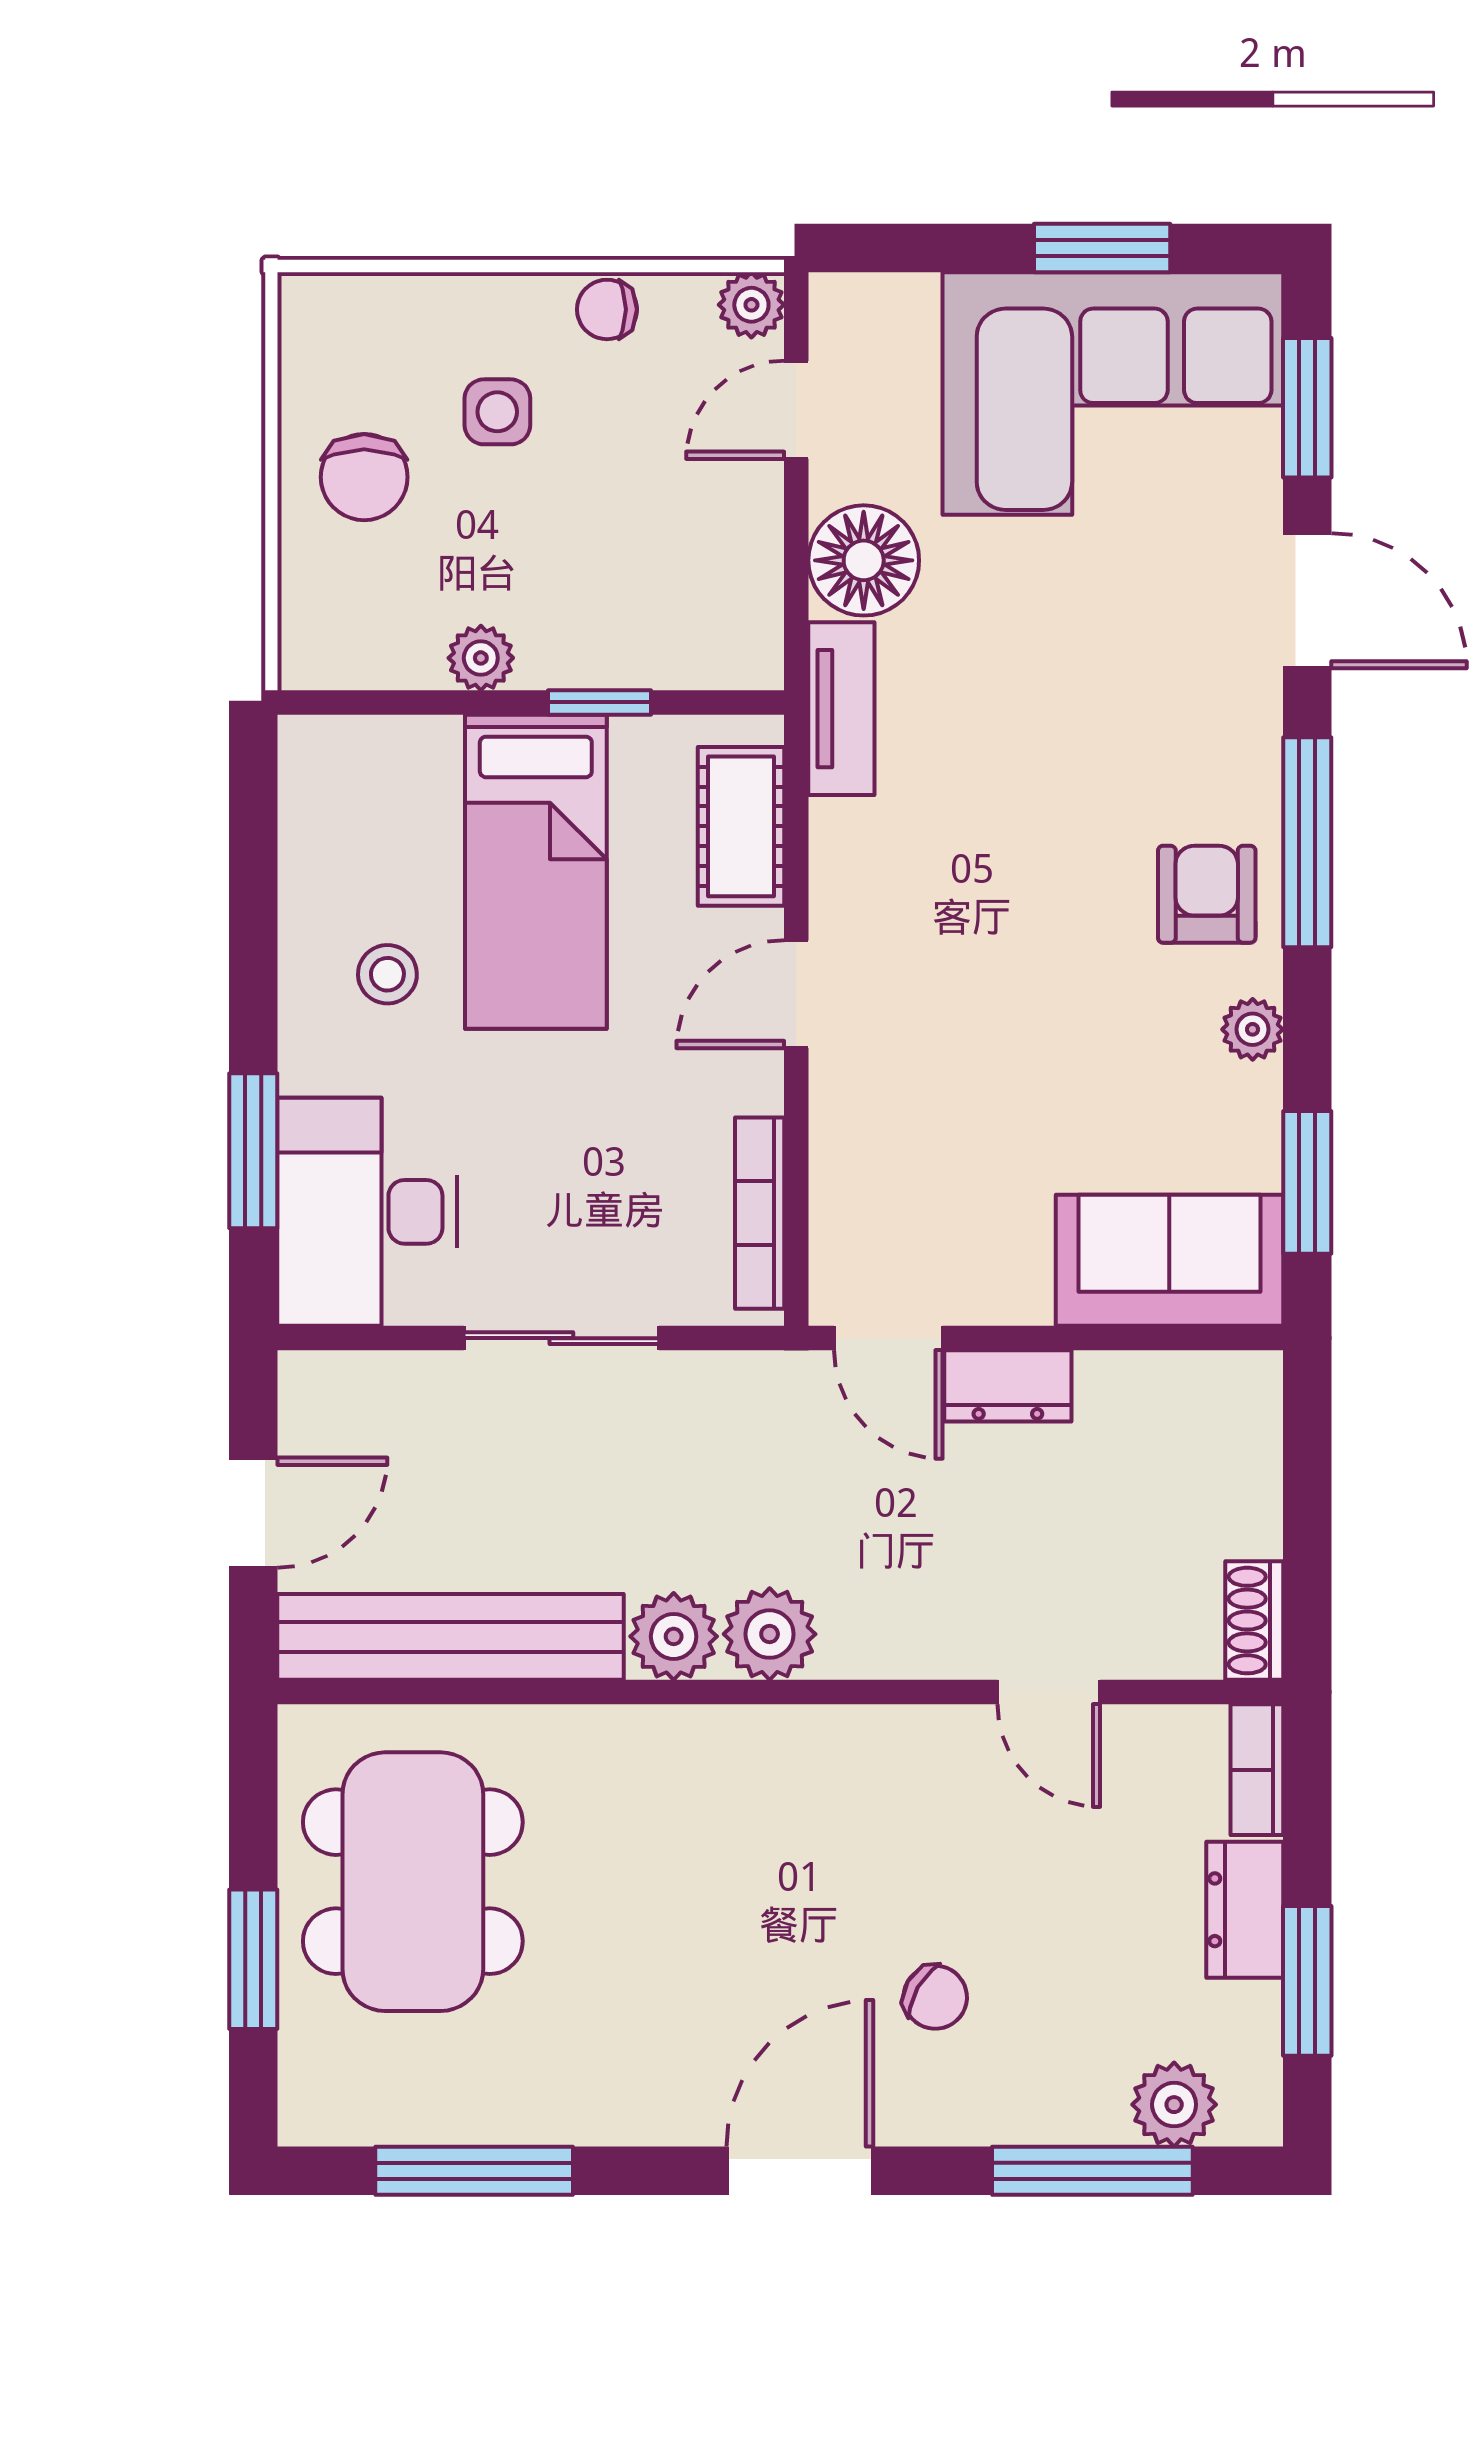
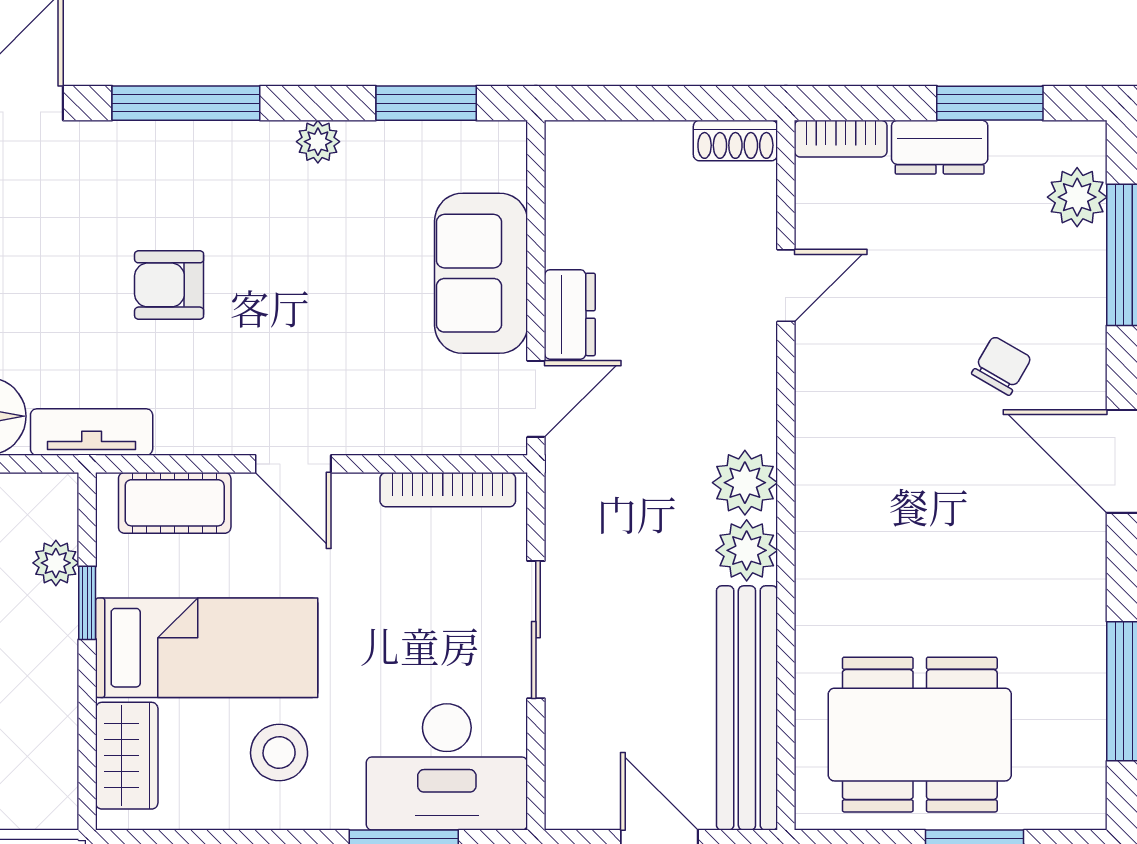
plant: (481, 658) -> (56, 563), moved
wardrobe: (383, 758) -> (127, 756), added
armchair: (1207, 894) -> (169, 285), moved
stool: (387, 974) -> (279, 752), width x1.37, depth x1.37
sofa: (1169, 1260) -> (481, 273), moved

